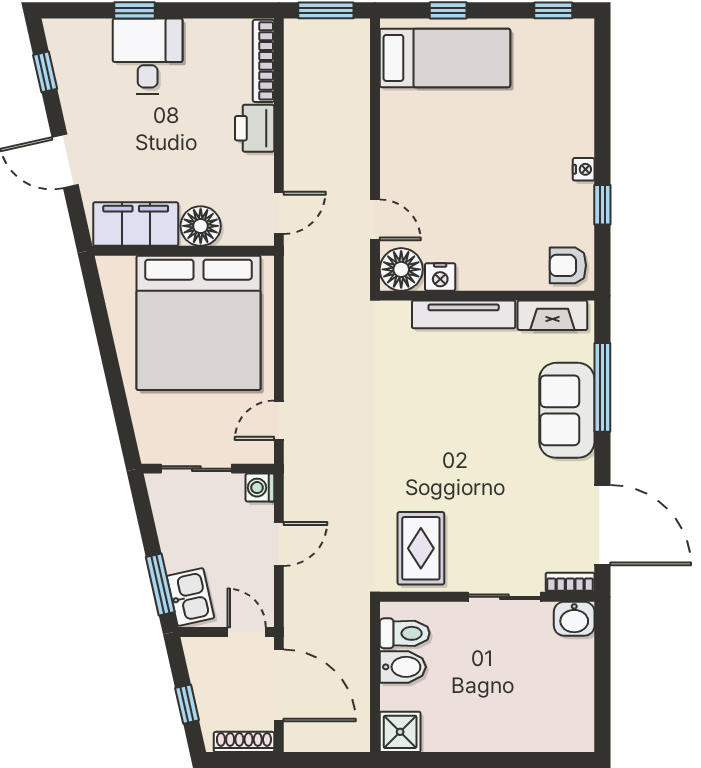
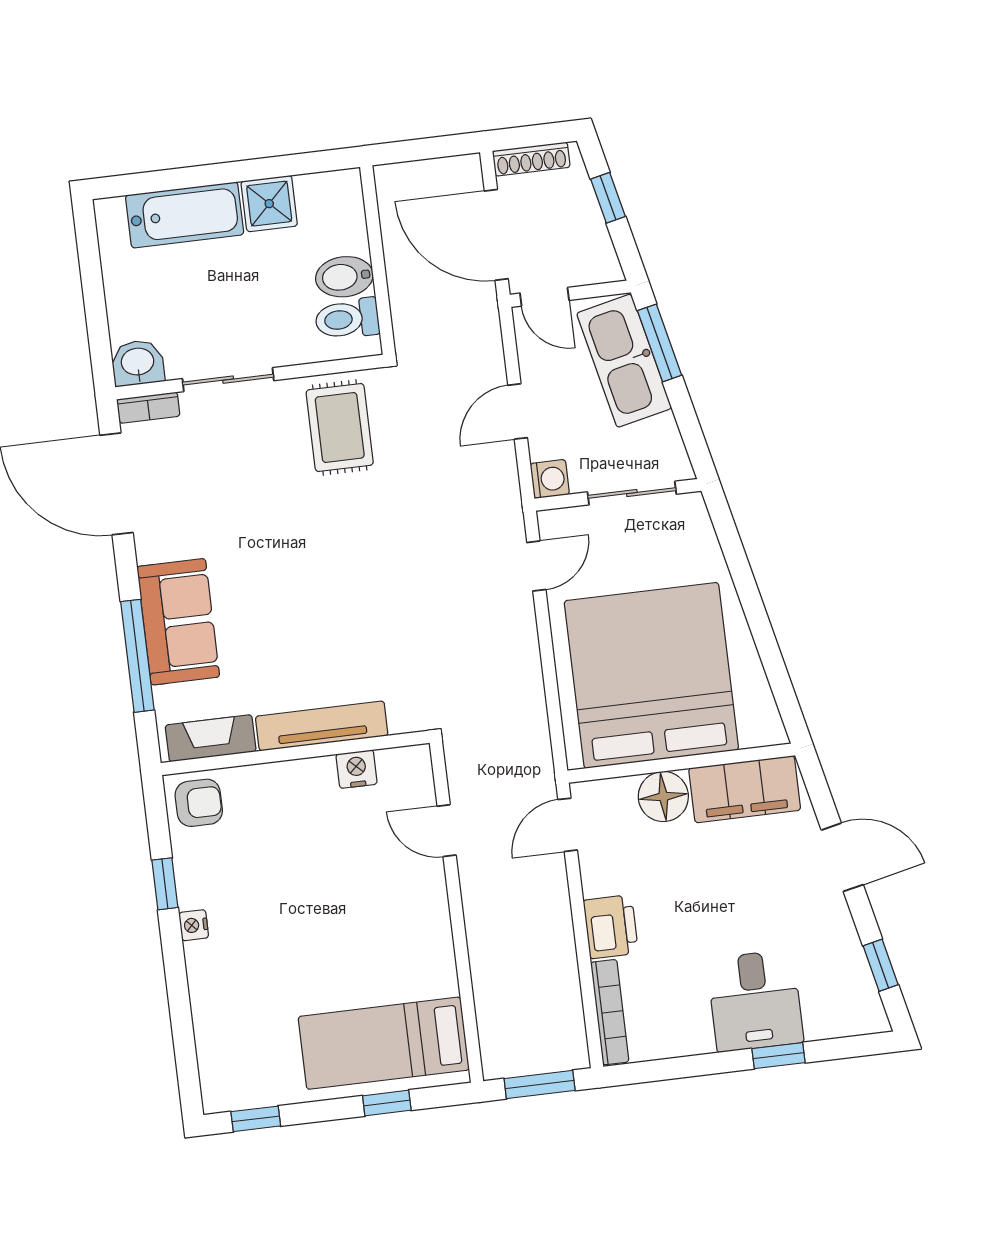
floor lamp: (401, 269) -> (406, 773), removed
kitchen sink: (190, 597) -> (624, 361), width x1.87, depth x1.24
bathtub: (523, 731) -> (185, 215), added
shower: (400, 732) -> (269, 204), moved

